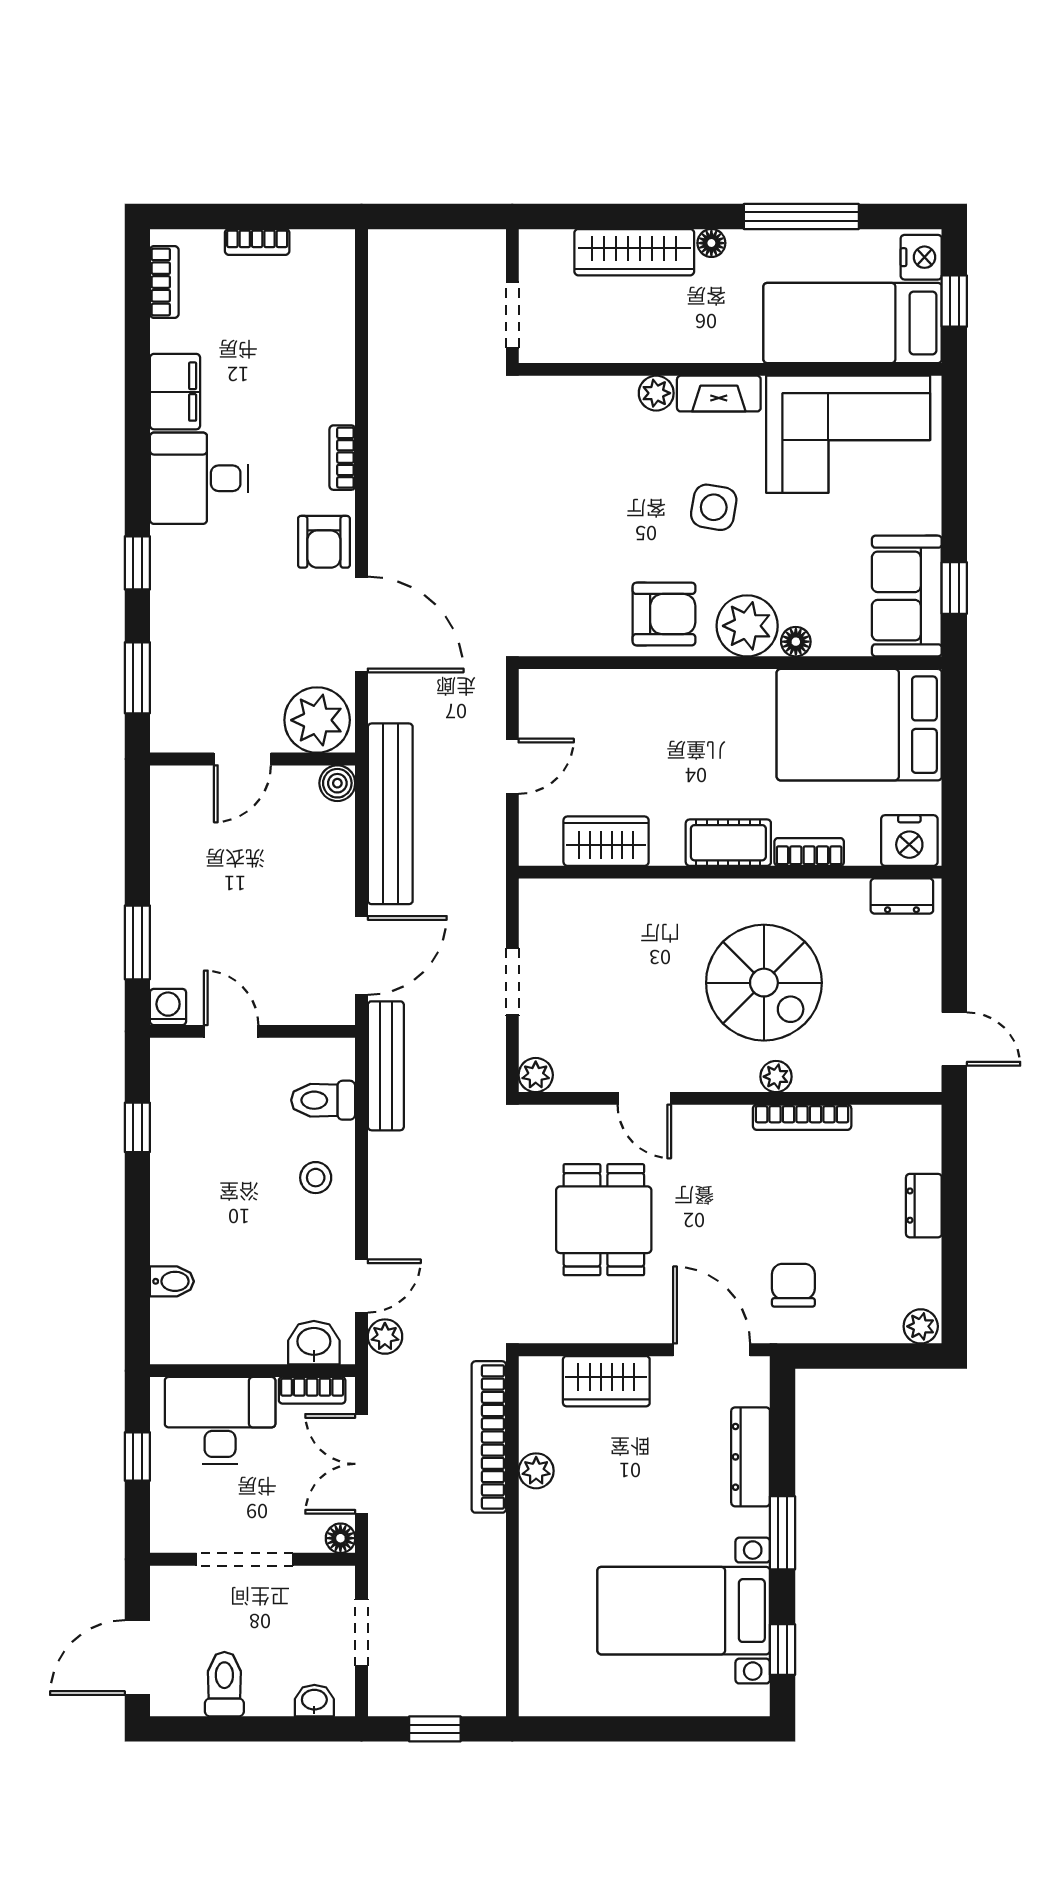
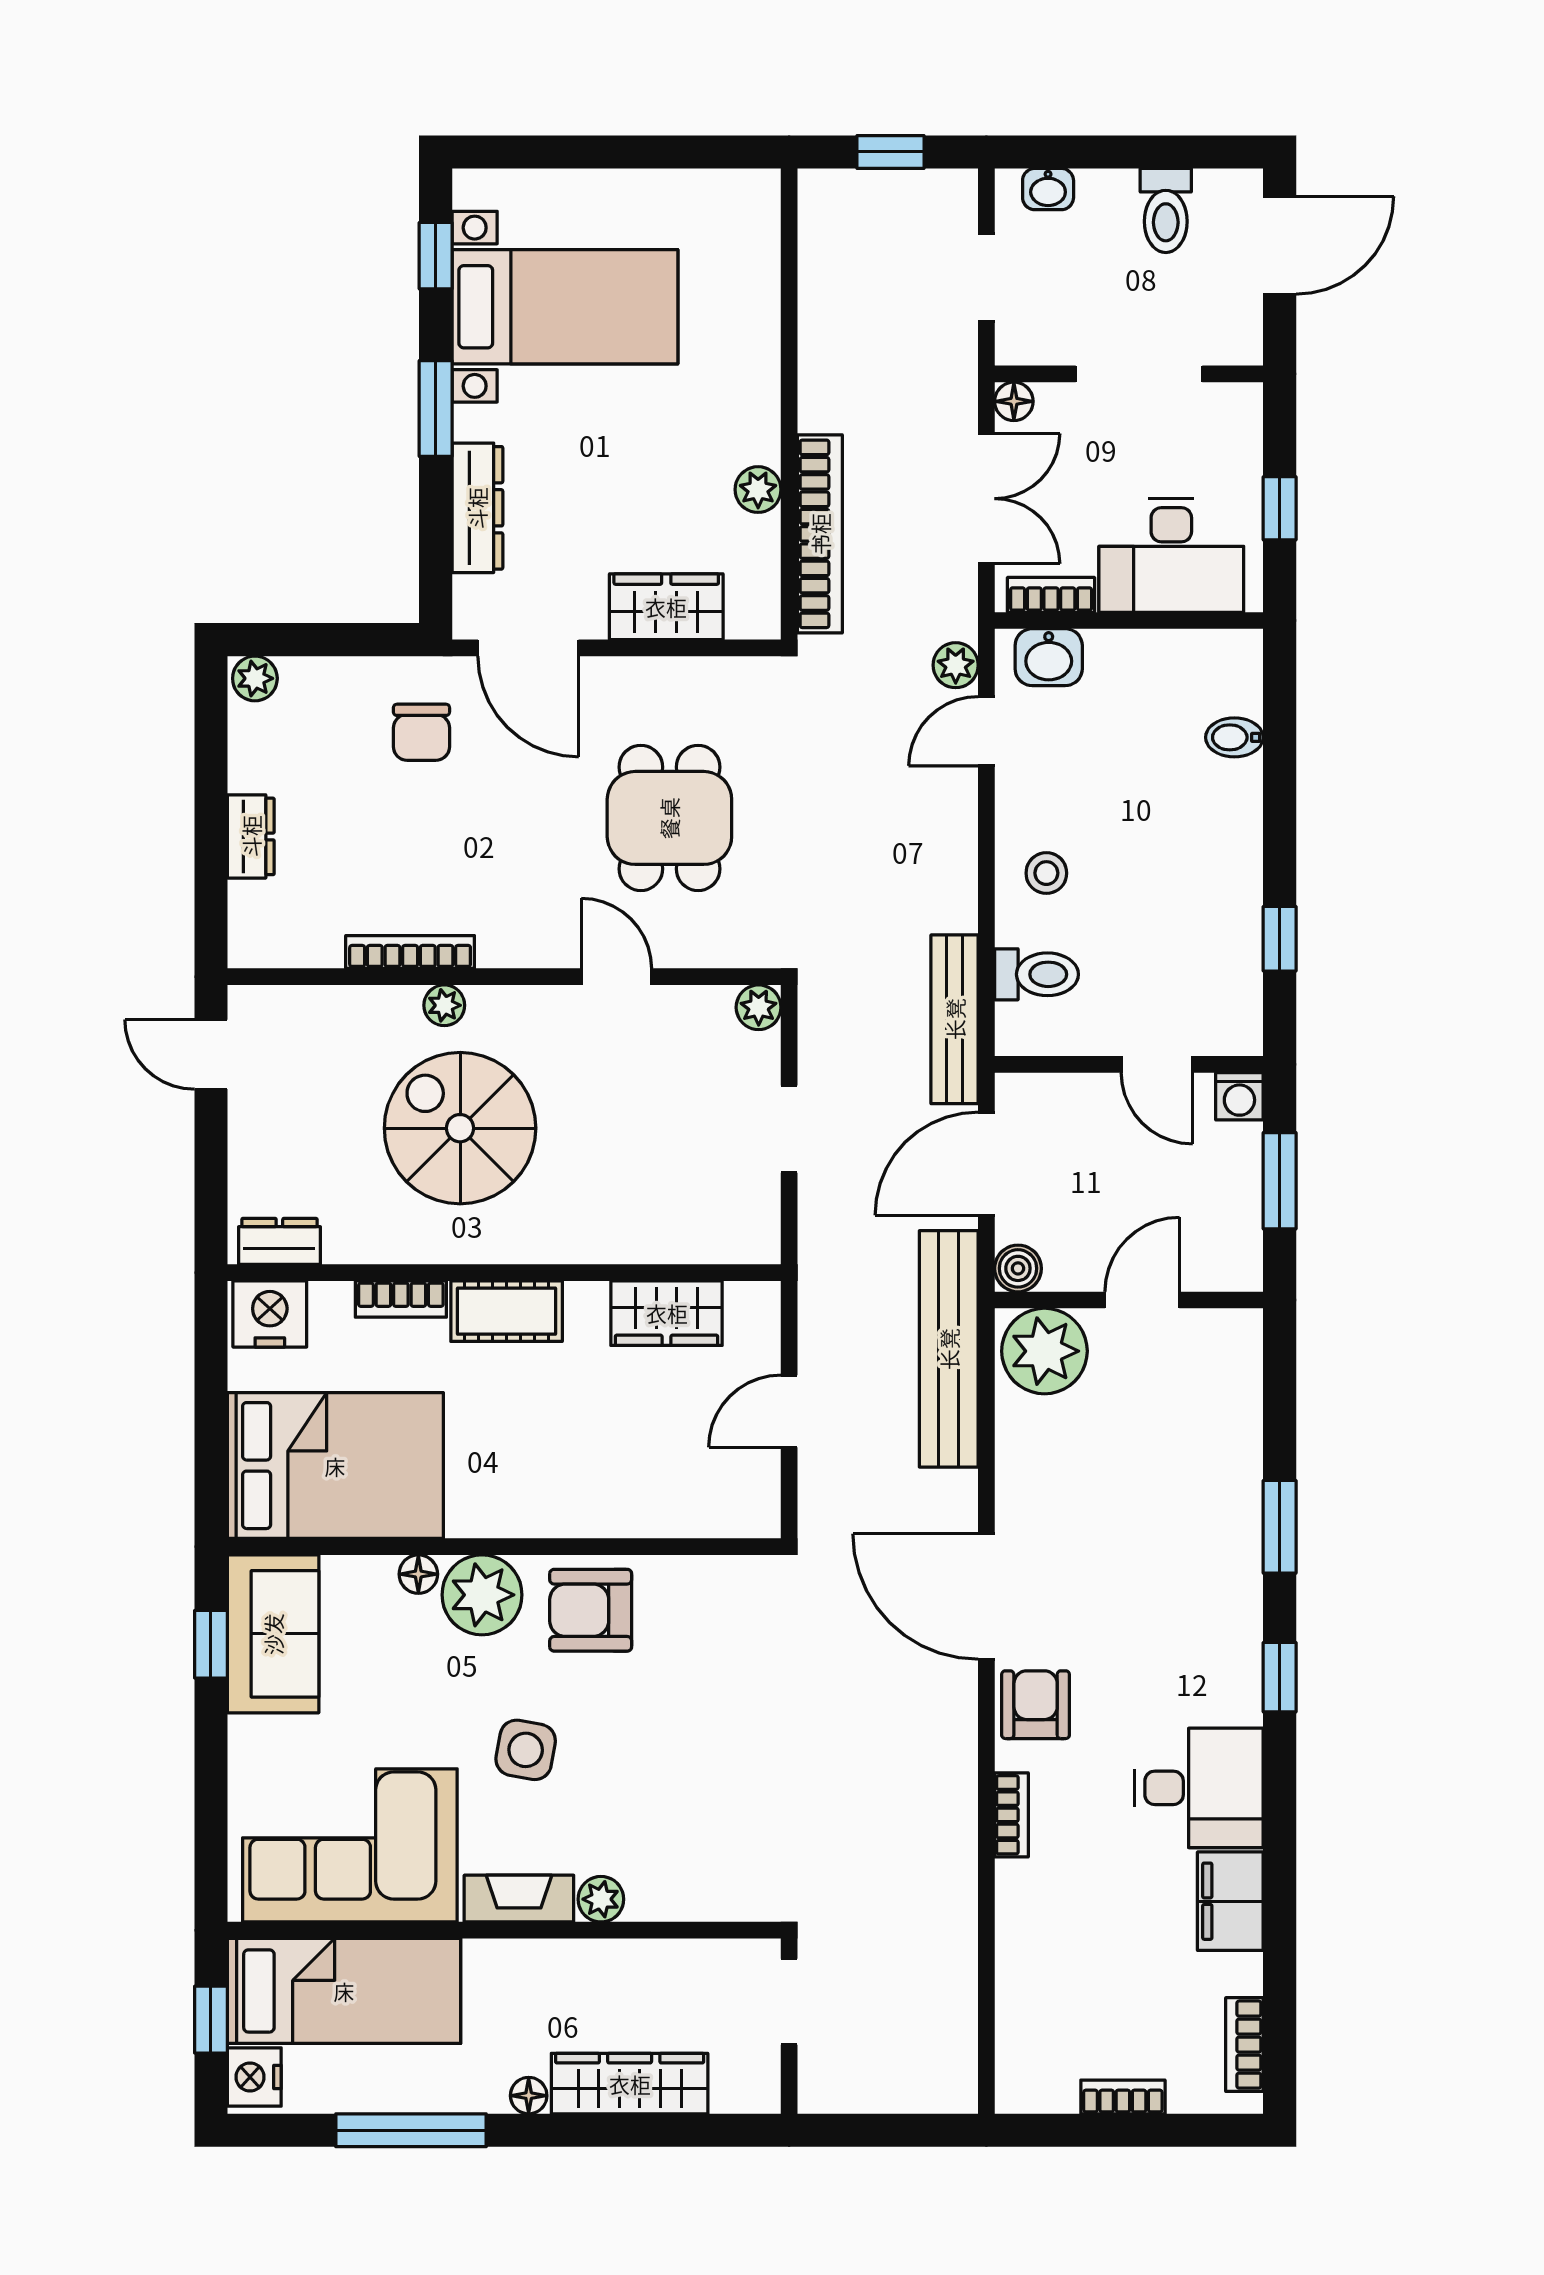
plant: (317, 720) -> (1044, 1351), moved
door: (242, 759) -> (1142, 1300), moved
wall: (253, 759) -> (1129, 1300), moved
boiler: (337, 783) -> (1018, 1268), moved

